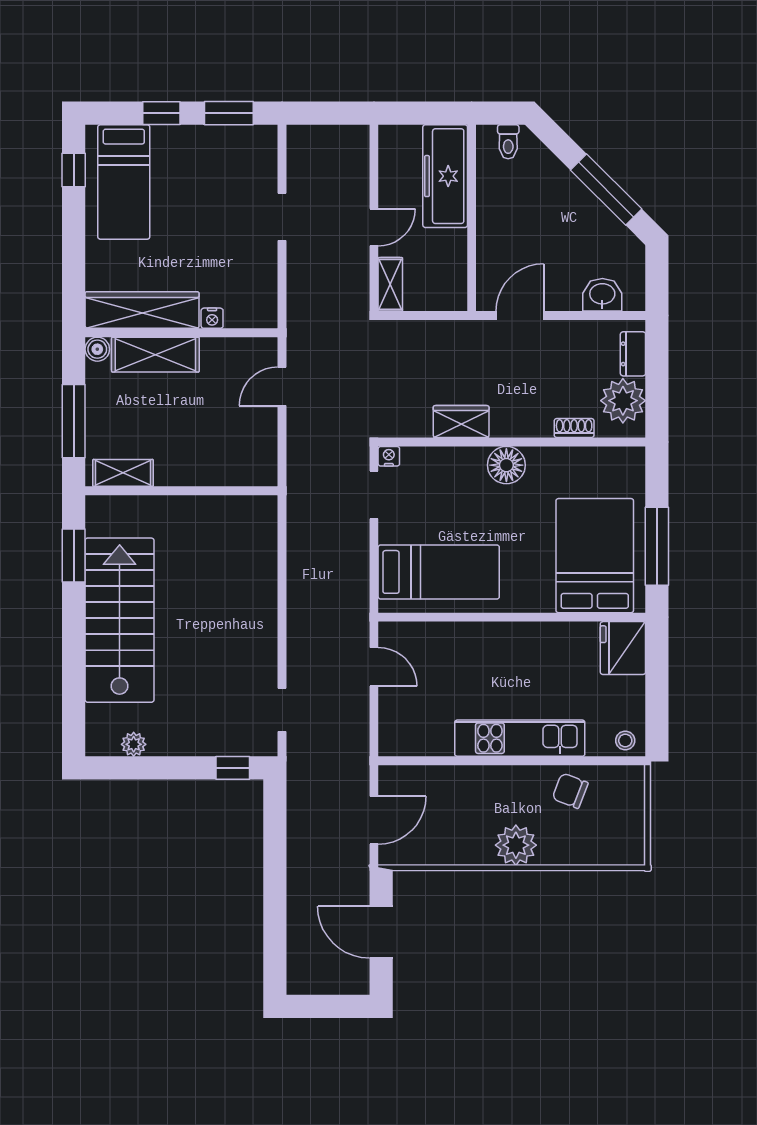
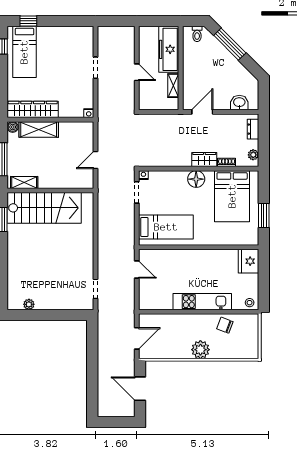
window: (161, 113) -> (28, 21), moved
window: (229, 113) -> (72, 21), removed
window: (606, 189) -> (230, 44), moved
door: (374, 227) -> (137, 72), hinge flipped
shelving: (390, 284) -> (173, 86), moved
nightstand: (212, 318) -> (89, 113), moved
door: (282, 386) -> (96, 160), moved
plant: (623, 401) -> (253, 155), width x0.53, depth x0.53
wardrobe: (461, 422) -> (204, 159), moved
window: (657, 546) -> (264, 215), width x0.69
bed: (595, 556) -> (232, 196), moved, turned 180
stairs: (120, 620) -> (44, 208), moved, turned 90
window: (233, 768) -> (73, 315), removed

